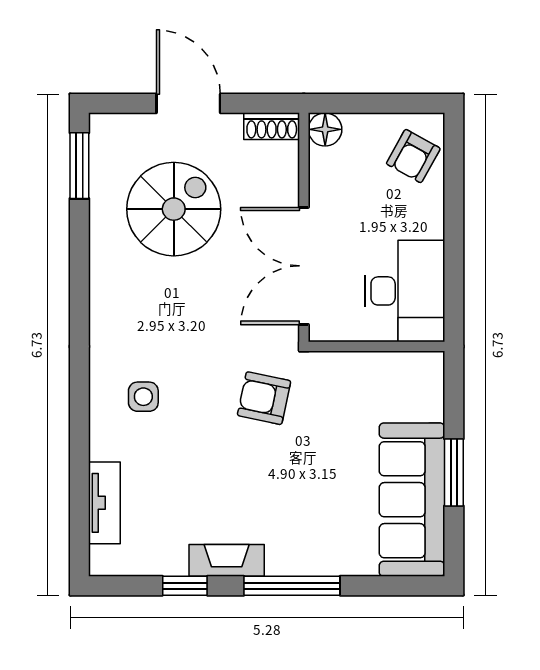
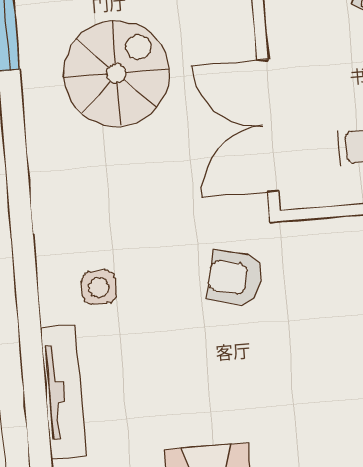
tv unit: (104, 503) -> (63, 391), width x1.41

